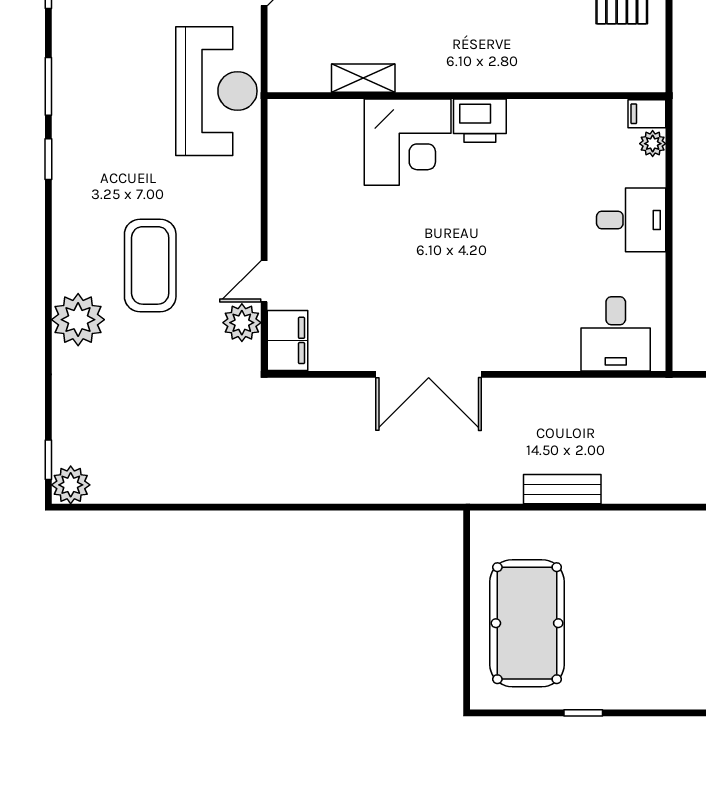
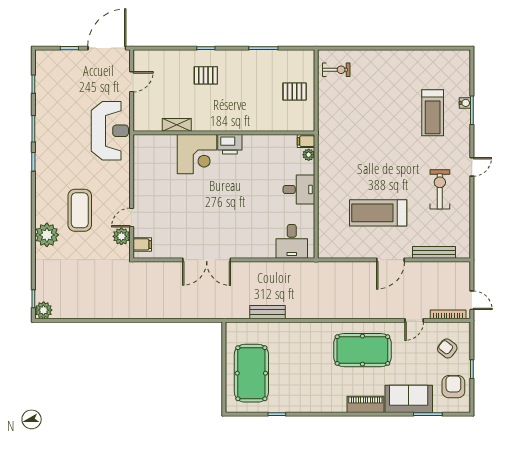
filing cabinet: (287, 340) -> (142, 244), width x0.50

